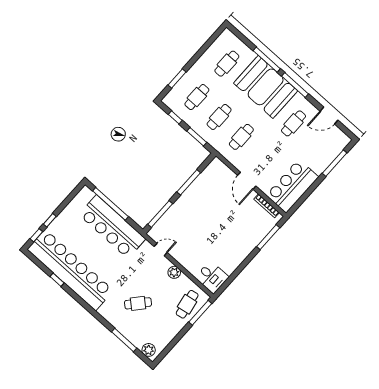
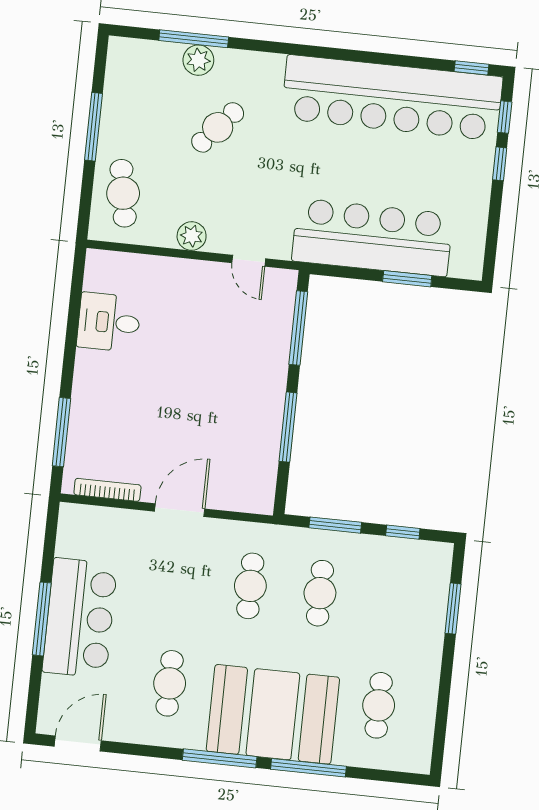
cafe table: (197, 97) -> (390, 601), removed
door: (329, 116) -> (78, 743), moved
window: (335, 163) -> (42, 619), moved
door: (247, 181) -> (180, 510), hinge flipped
bar counter: (292, 186) -> (80, 618), moved
window: (110, 204) -> (407, 279), width x0.47
door: (161, 250) -> (249, 261), hinge flipped
desk: (212, 277) -> (109, 322), moved
window: (57, 280) -> (471, 68), moved
window: (200, 313) -> (93, 127), moved
plant: (149, 350) -> (198, 60), moved

